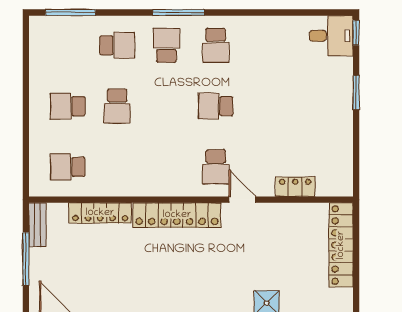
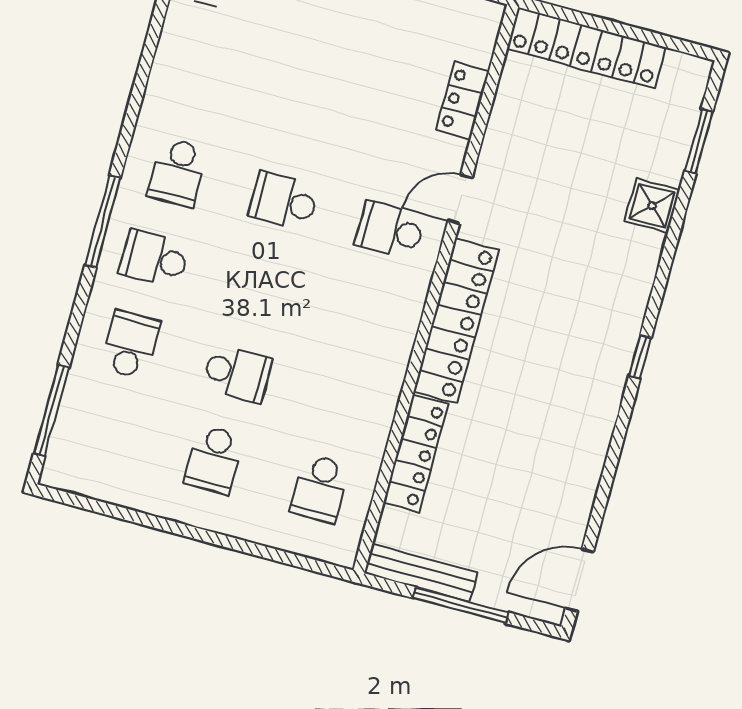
school desk: (216, 45) -> (178, 172), turned 90
school desk: (216, 106) -> (284, 201), turned 90
school desk: (216, 167) -> (390, 230), turned 180
bench: (37, 225) -> (421, 573), width x1.36

